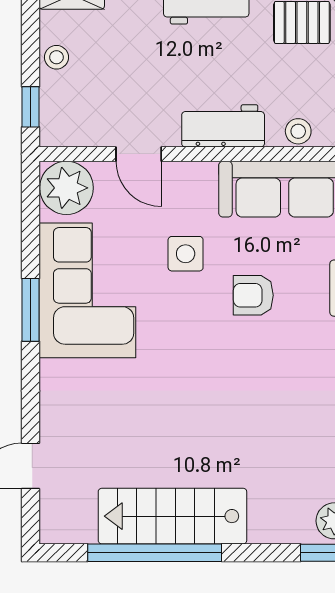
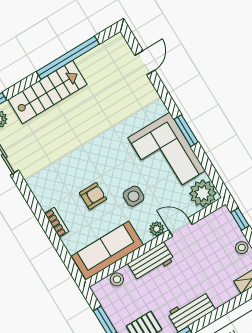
plant: (180, 175) -> (157, 229), added
stairs: (172, 516) -> (48, 92), moved

